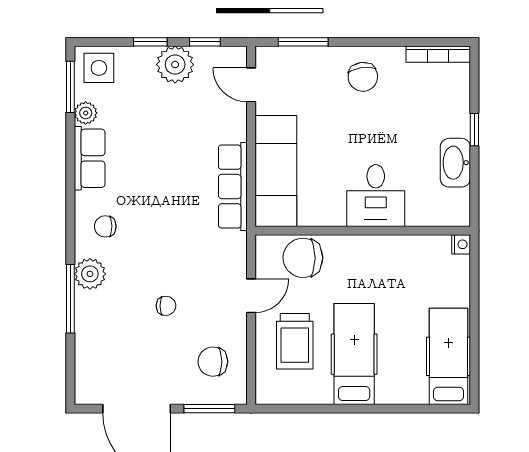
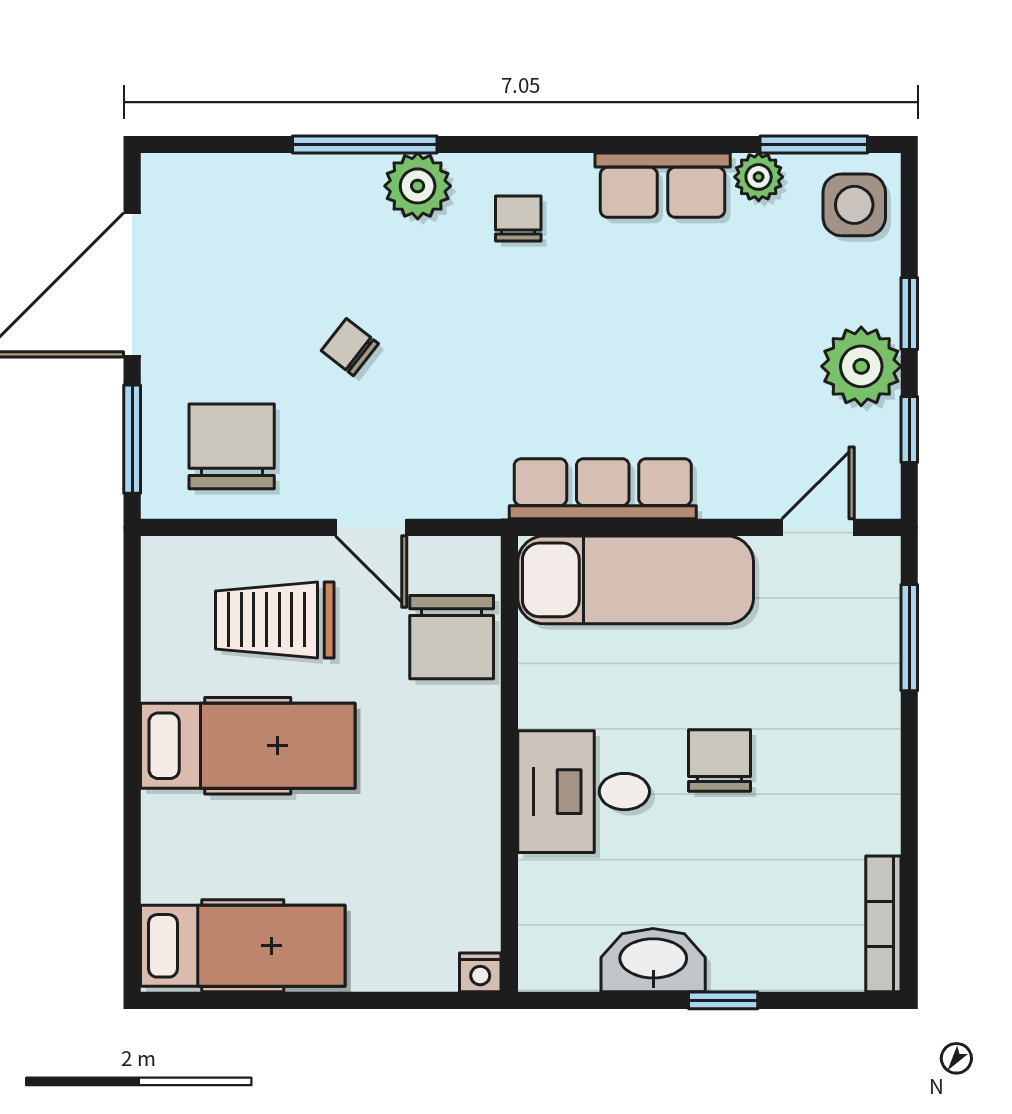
chair: (363, 77) -> (720, 760), moved, turned 98
chair: (303, 258) -> (452, 637), turned 180
chair: (166, 306) -> (350, 347), turned 128
chair: (213, 362) -> (232, 446), width x1.37, depth x1.37

